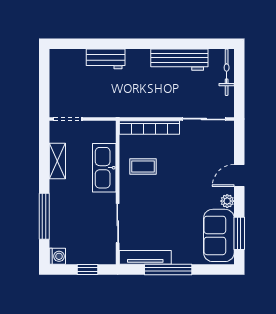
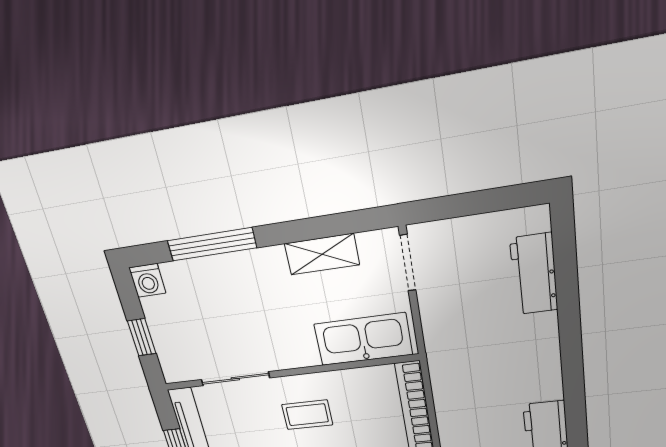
workbench: (106, 59) -> (534, 274), moved
coffee table: (143, 166) -> (307, 415), moved, turned 90
kitchen sink: (104, 168) -> (363, 339), moved

